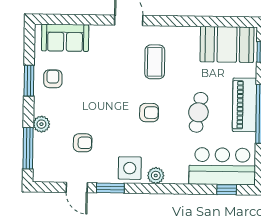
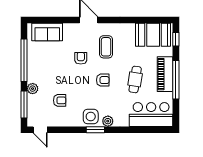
armchair: (53, 79) -> (81, 58), moved
window: (29, 81) -> (24, 60), width x2.11
door: (77, 188) -> (40, 130), moved
window: (110, 188) -> (95, 130), moved
window: (227, 190) -> (154, 130), removed

